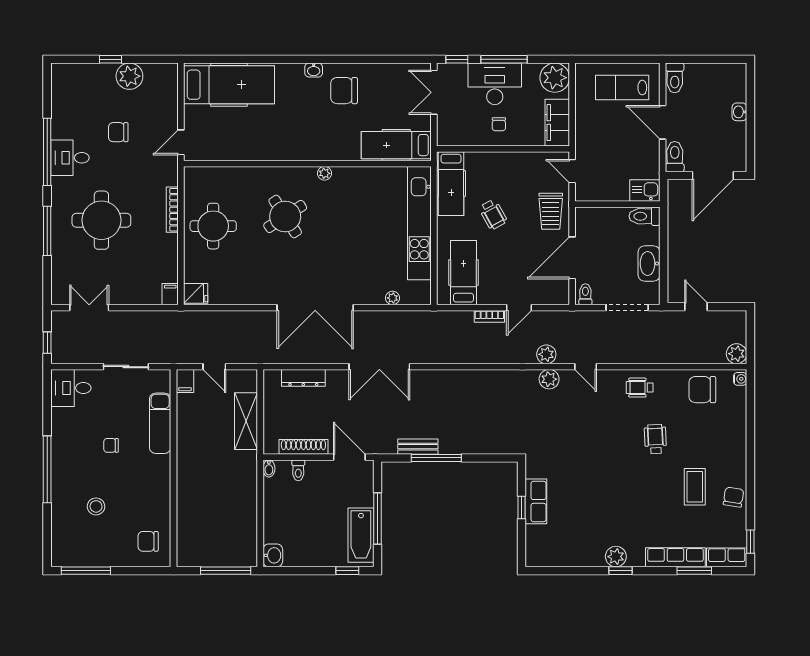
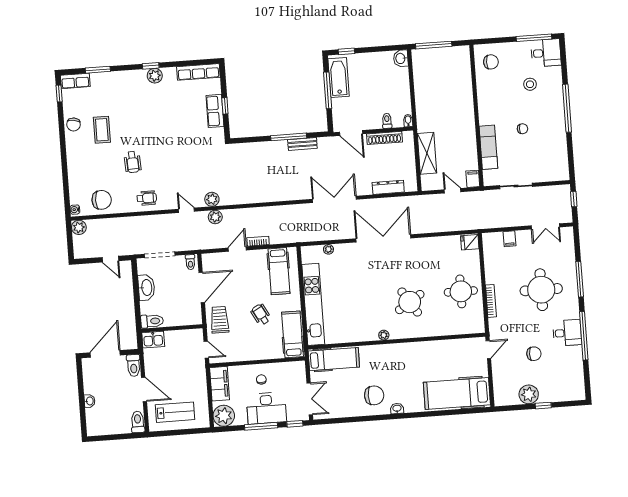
filing cabinet: (170, 294) -> (509, 239), moved
desk: (71, 388) -> (546, 53), moved
row of seats: (675, 557) -> (198, 72), moved

